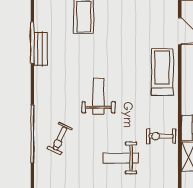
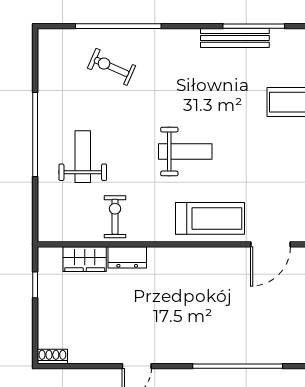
bench: (40, 49) -> (235, 38), width x1.36
weight bench: (98, 96) -> (185, 152), moved

